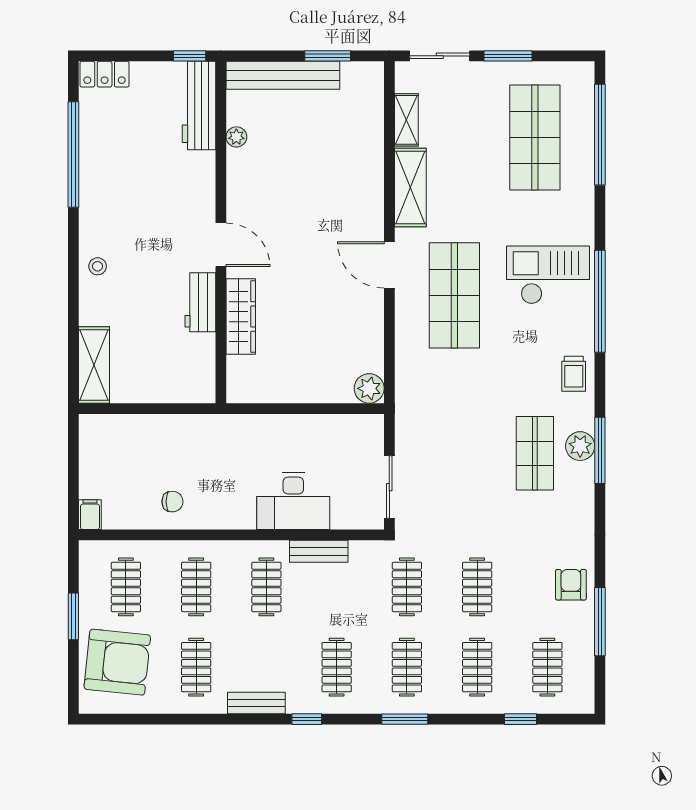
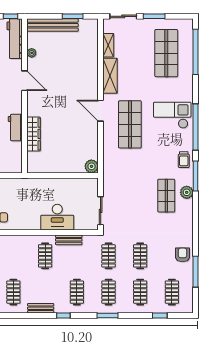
door: (221, 245) -> (25, 81), moved
window: (600, 450) -> (196, 176), moved
clothes rail: (196, 587) -> (13, 256), removed

